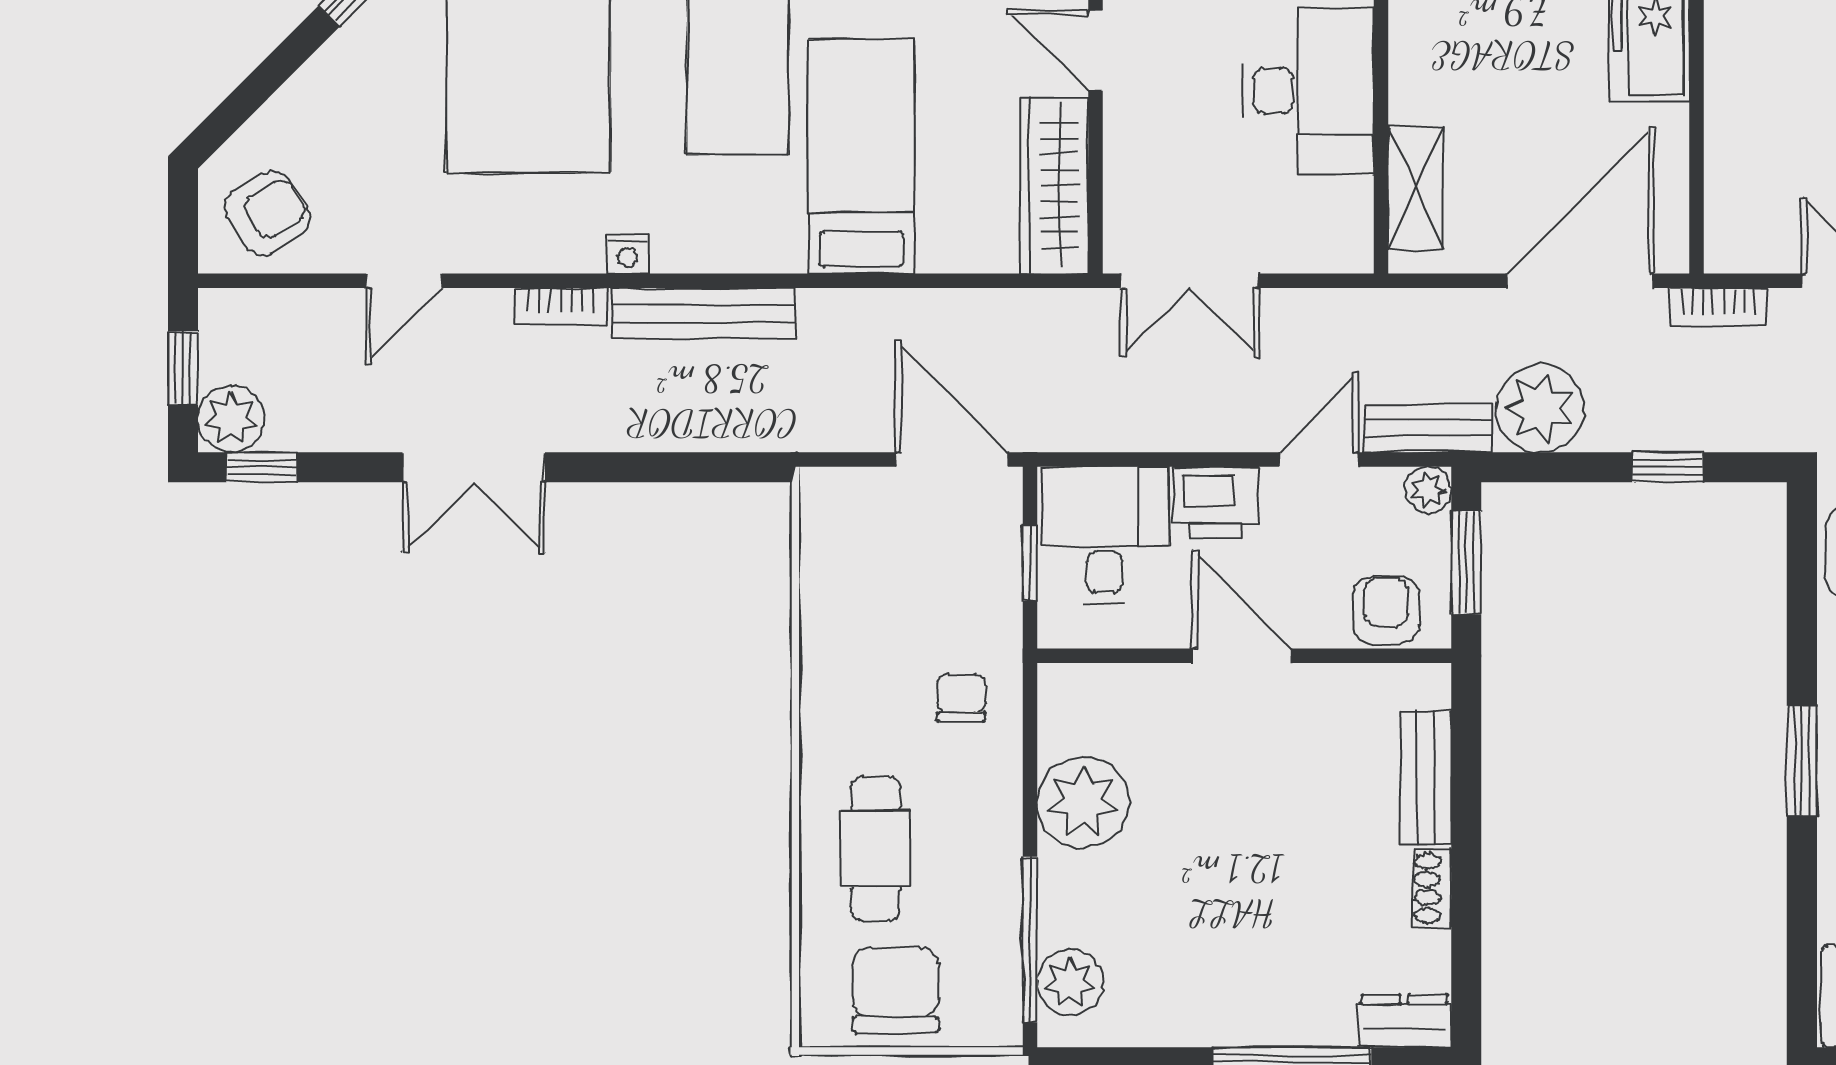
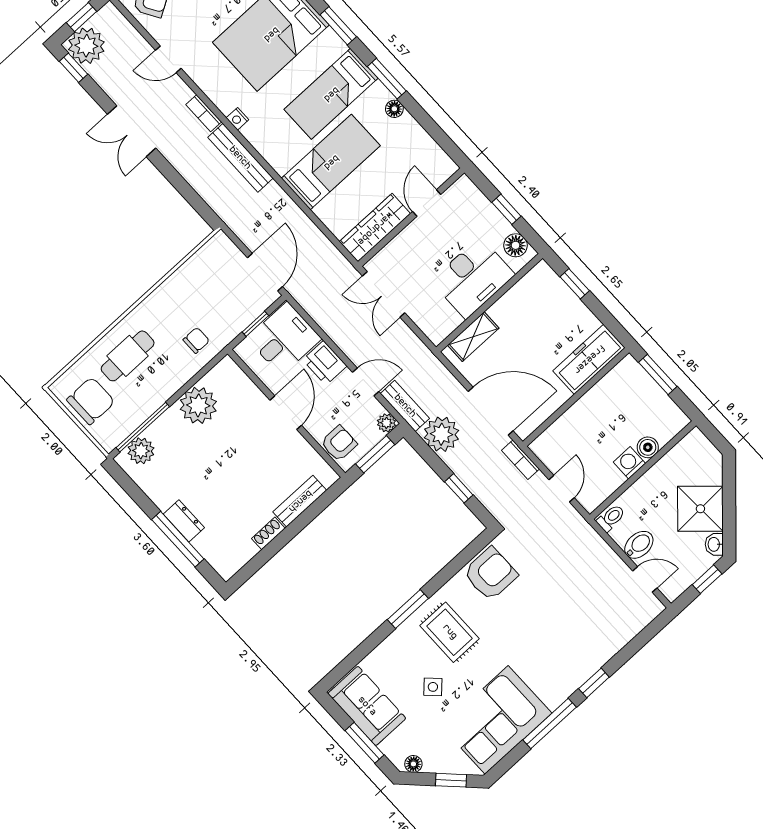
plant: (231, 419) -> (86, 46), width x1.36, depth x1.36
dresser: (1404, 1021) -> (184, 521), moved

